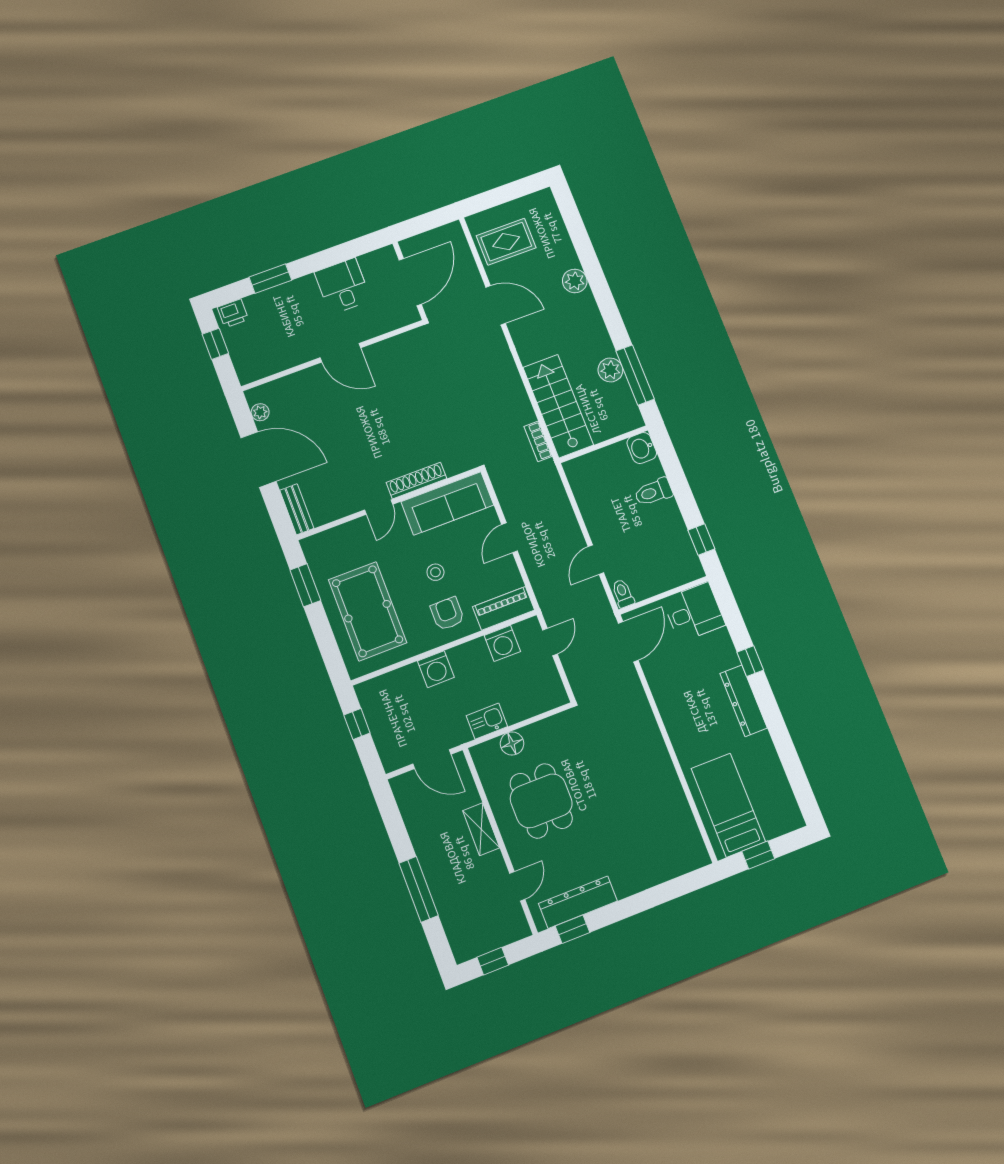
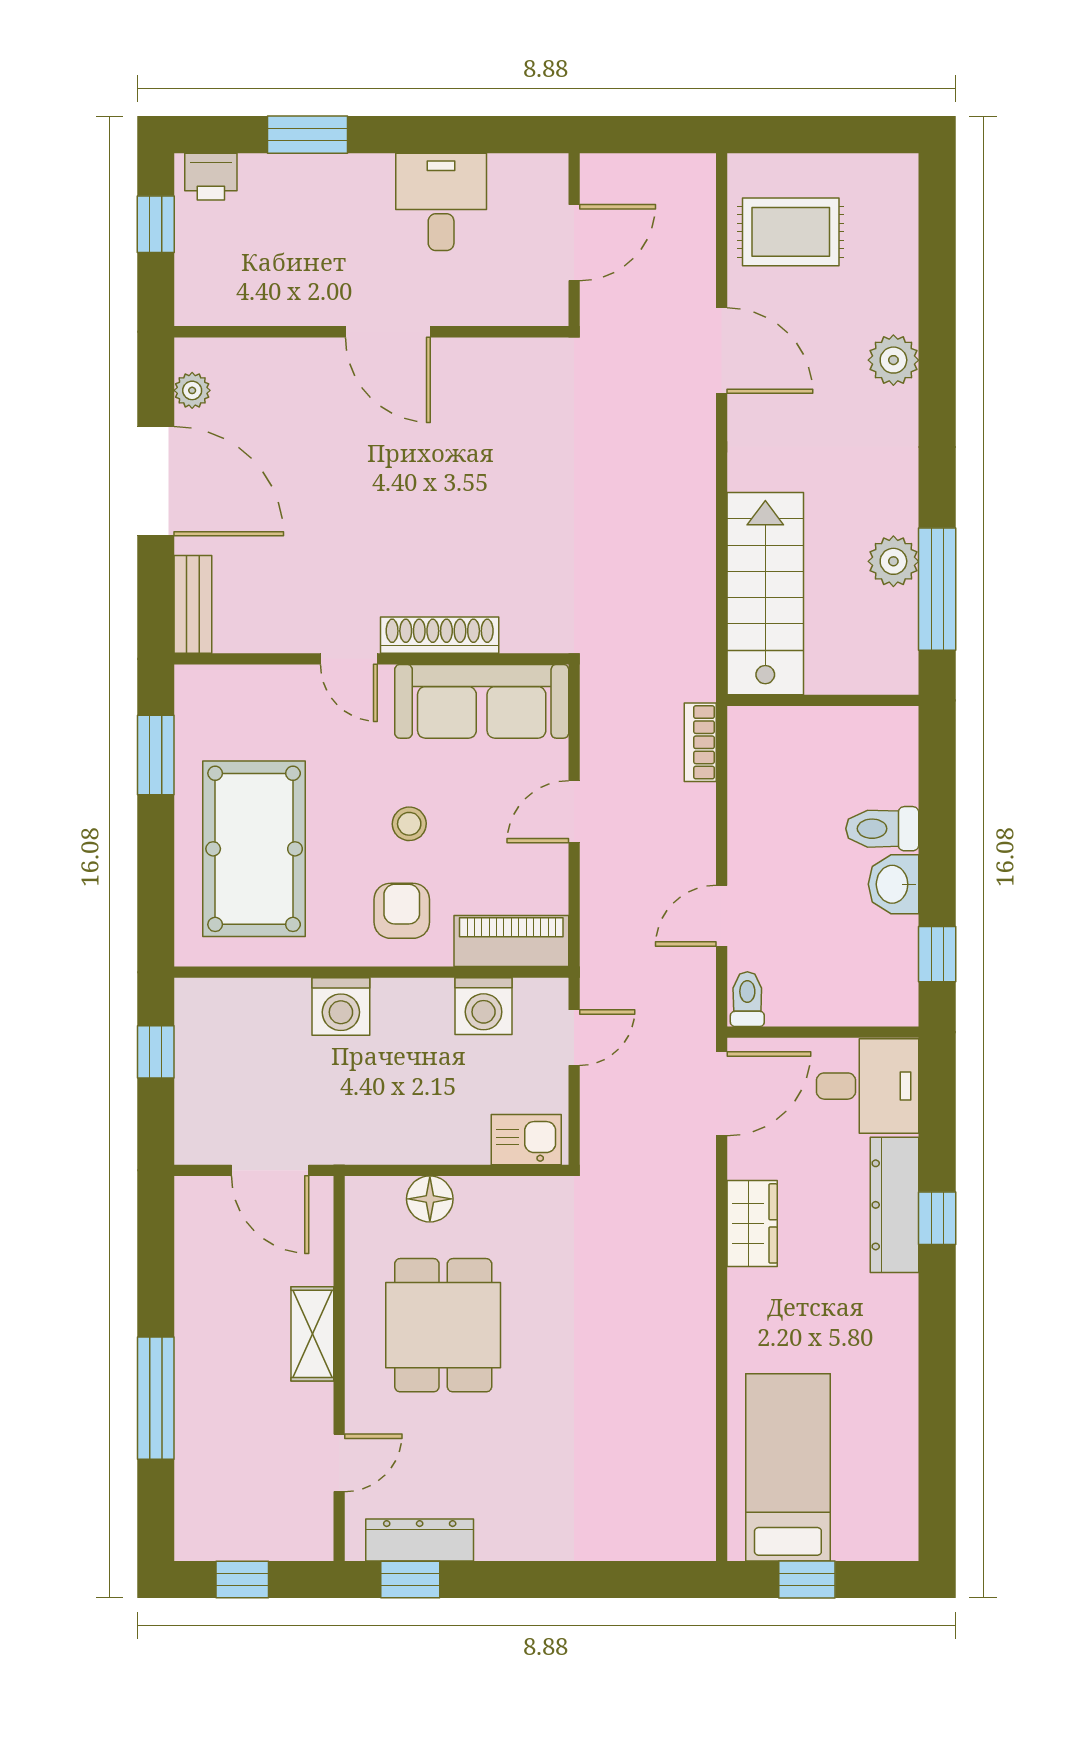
door: (410, 282) -> (574, 243), width x0.73
bookcase: (538, 441) -> (700, 742), moved
washbasin: (642, 448) -> (894, 884), moved
door: (379, 507) -> (349, 659), hinge flipped
wardrobe: (666, 697) -> (752, 1223), added
dresser: (744, 701) -> (895, 1205), moved
kitchen sink: (487, 721) -> (526, 1140), moved
dresser: (578, 902) -> (420, 1540), width x0.73, depth x0.80

